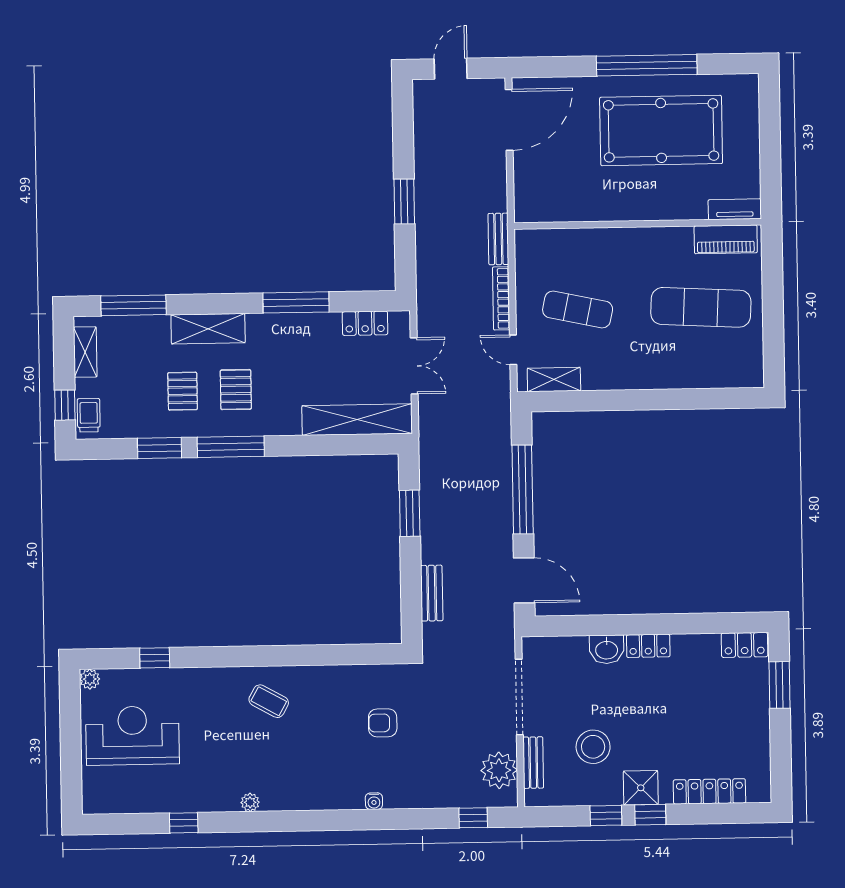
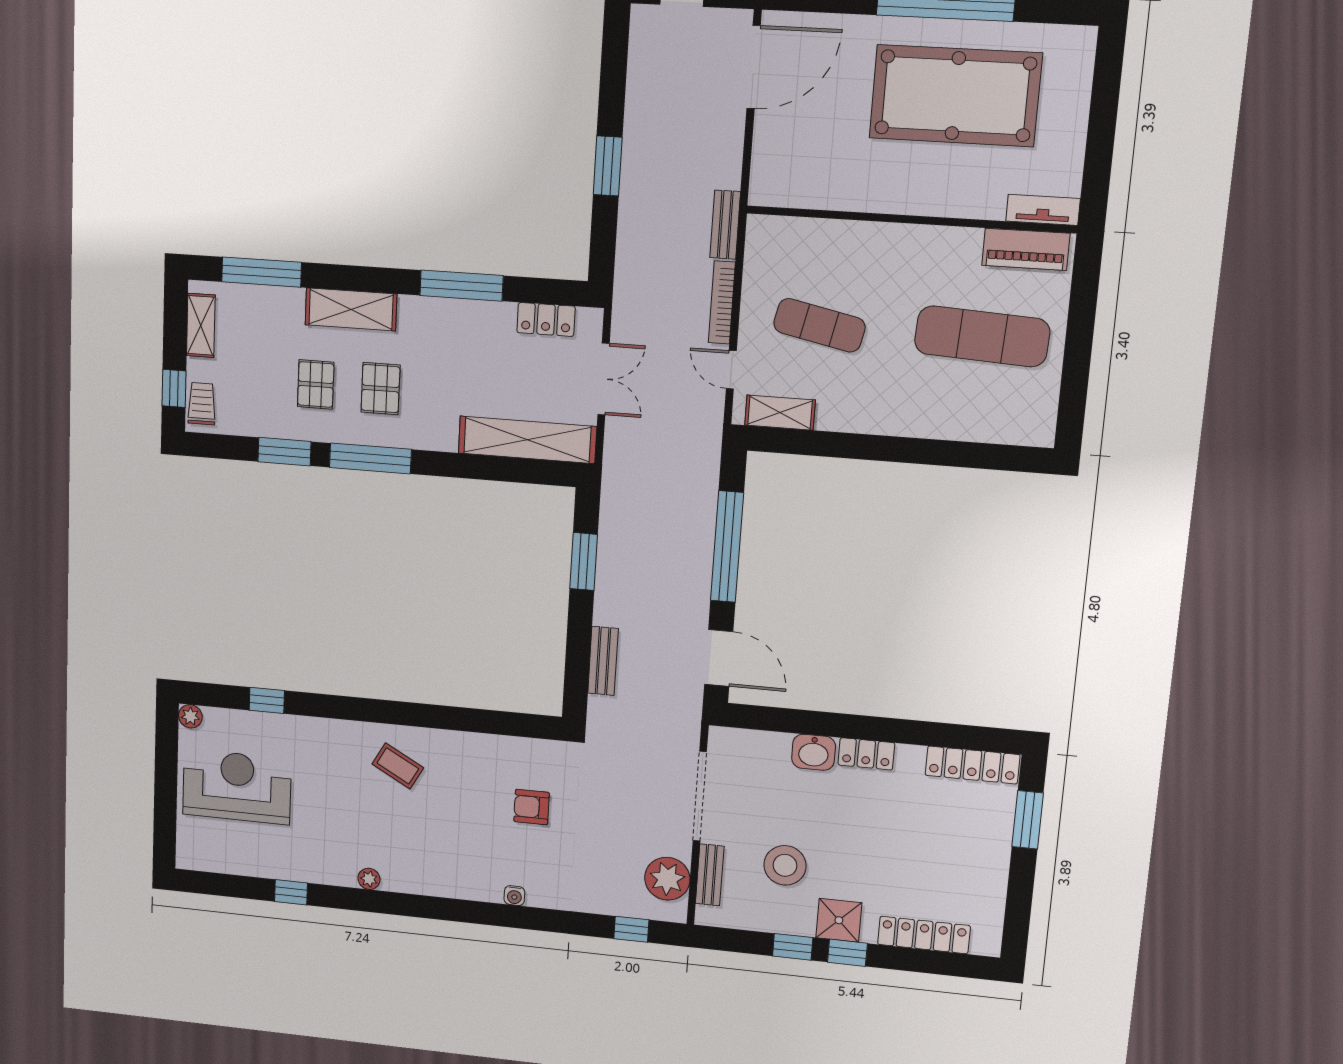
locker: (745, 645) -> (972, 765), width x1.53

